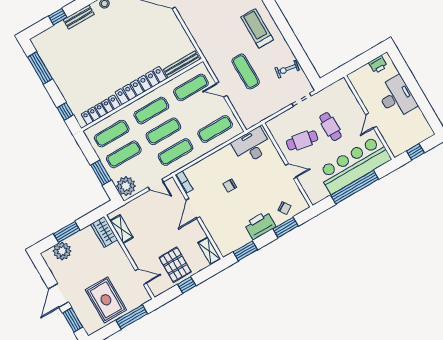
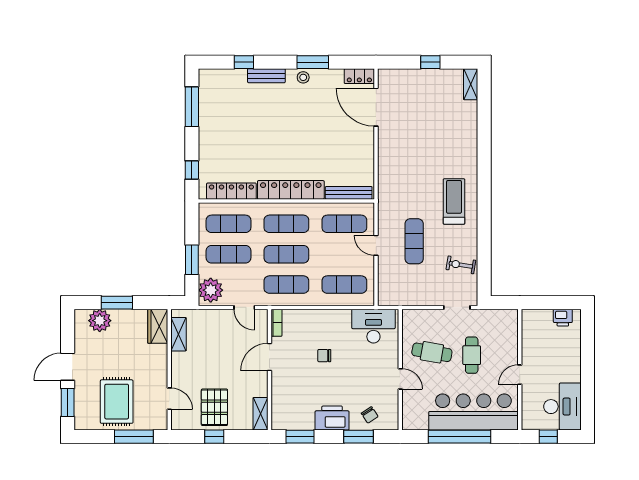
desk: (396, 97) -> (562, 407), moved

